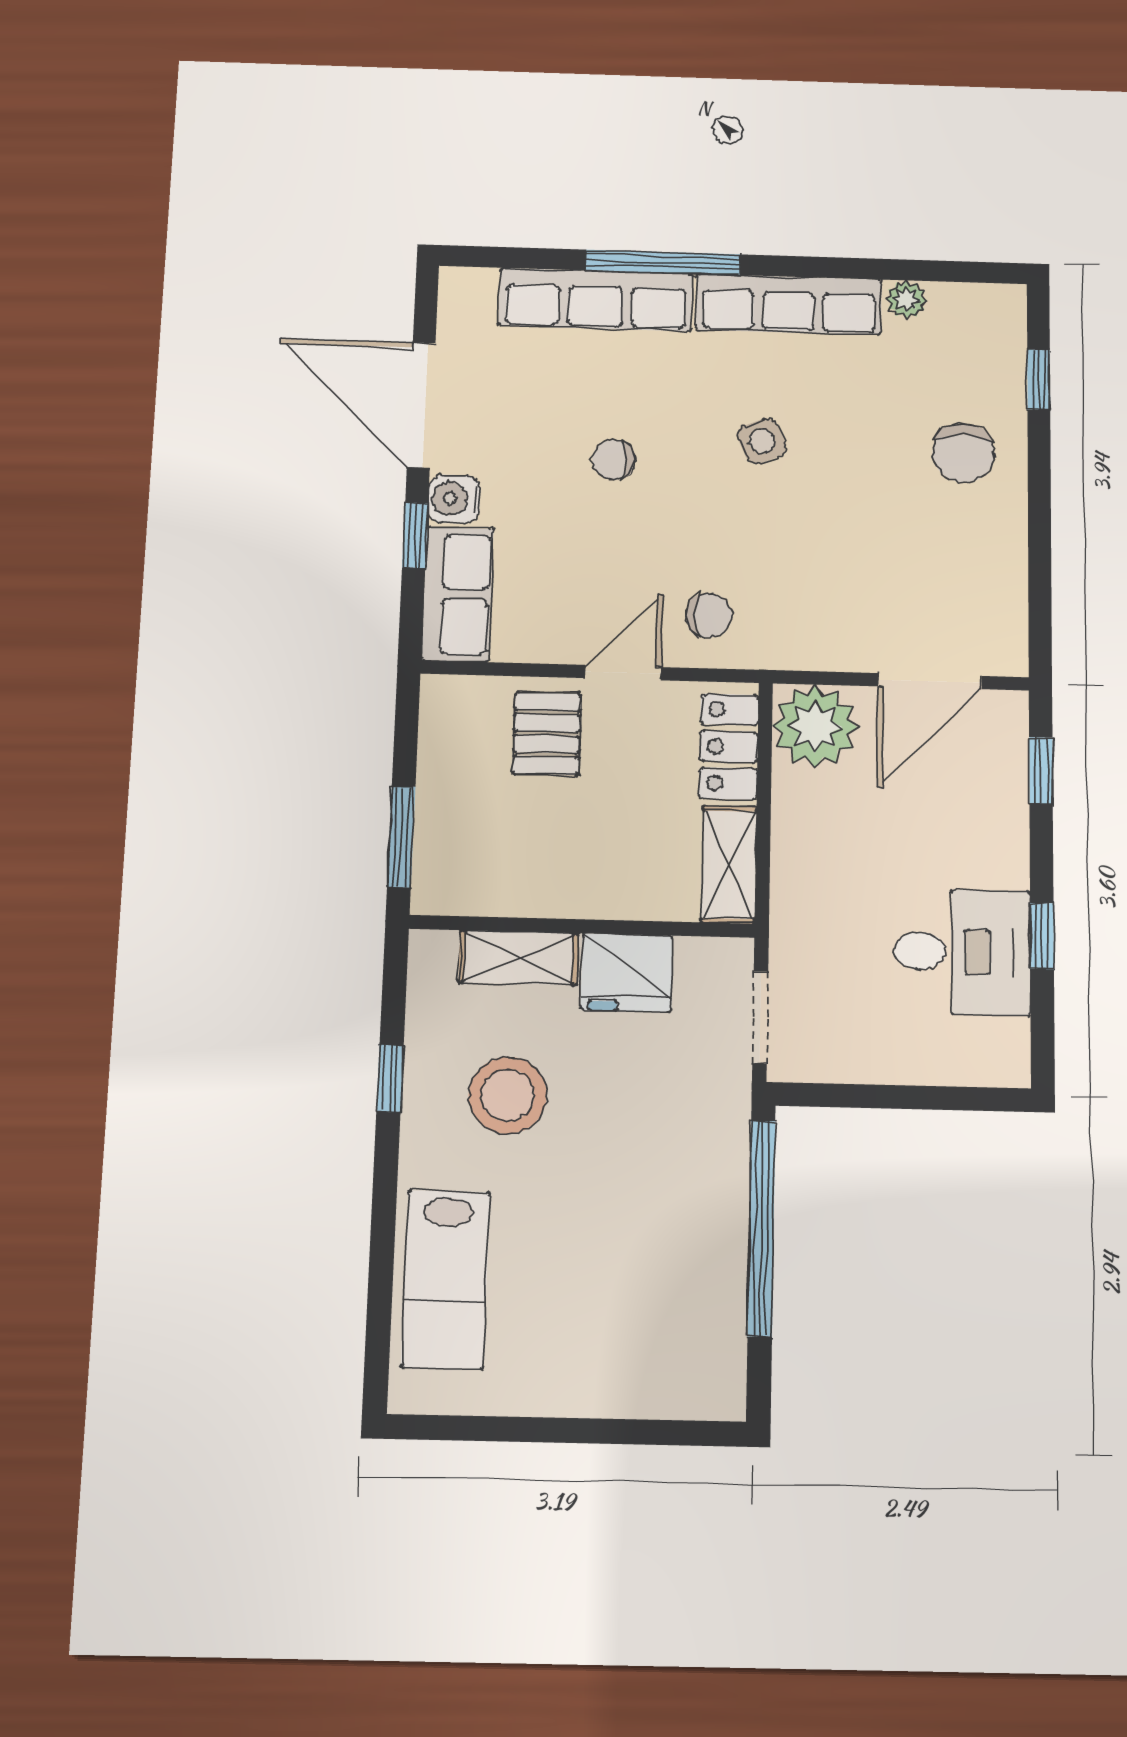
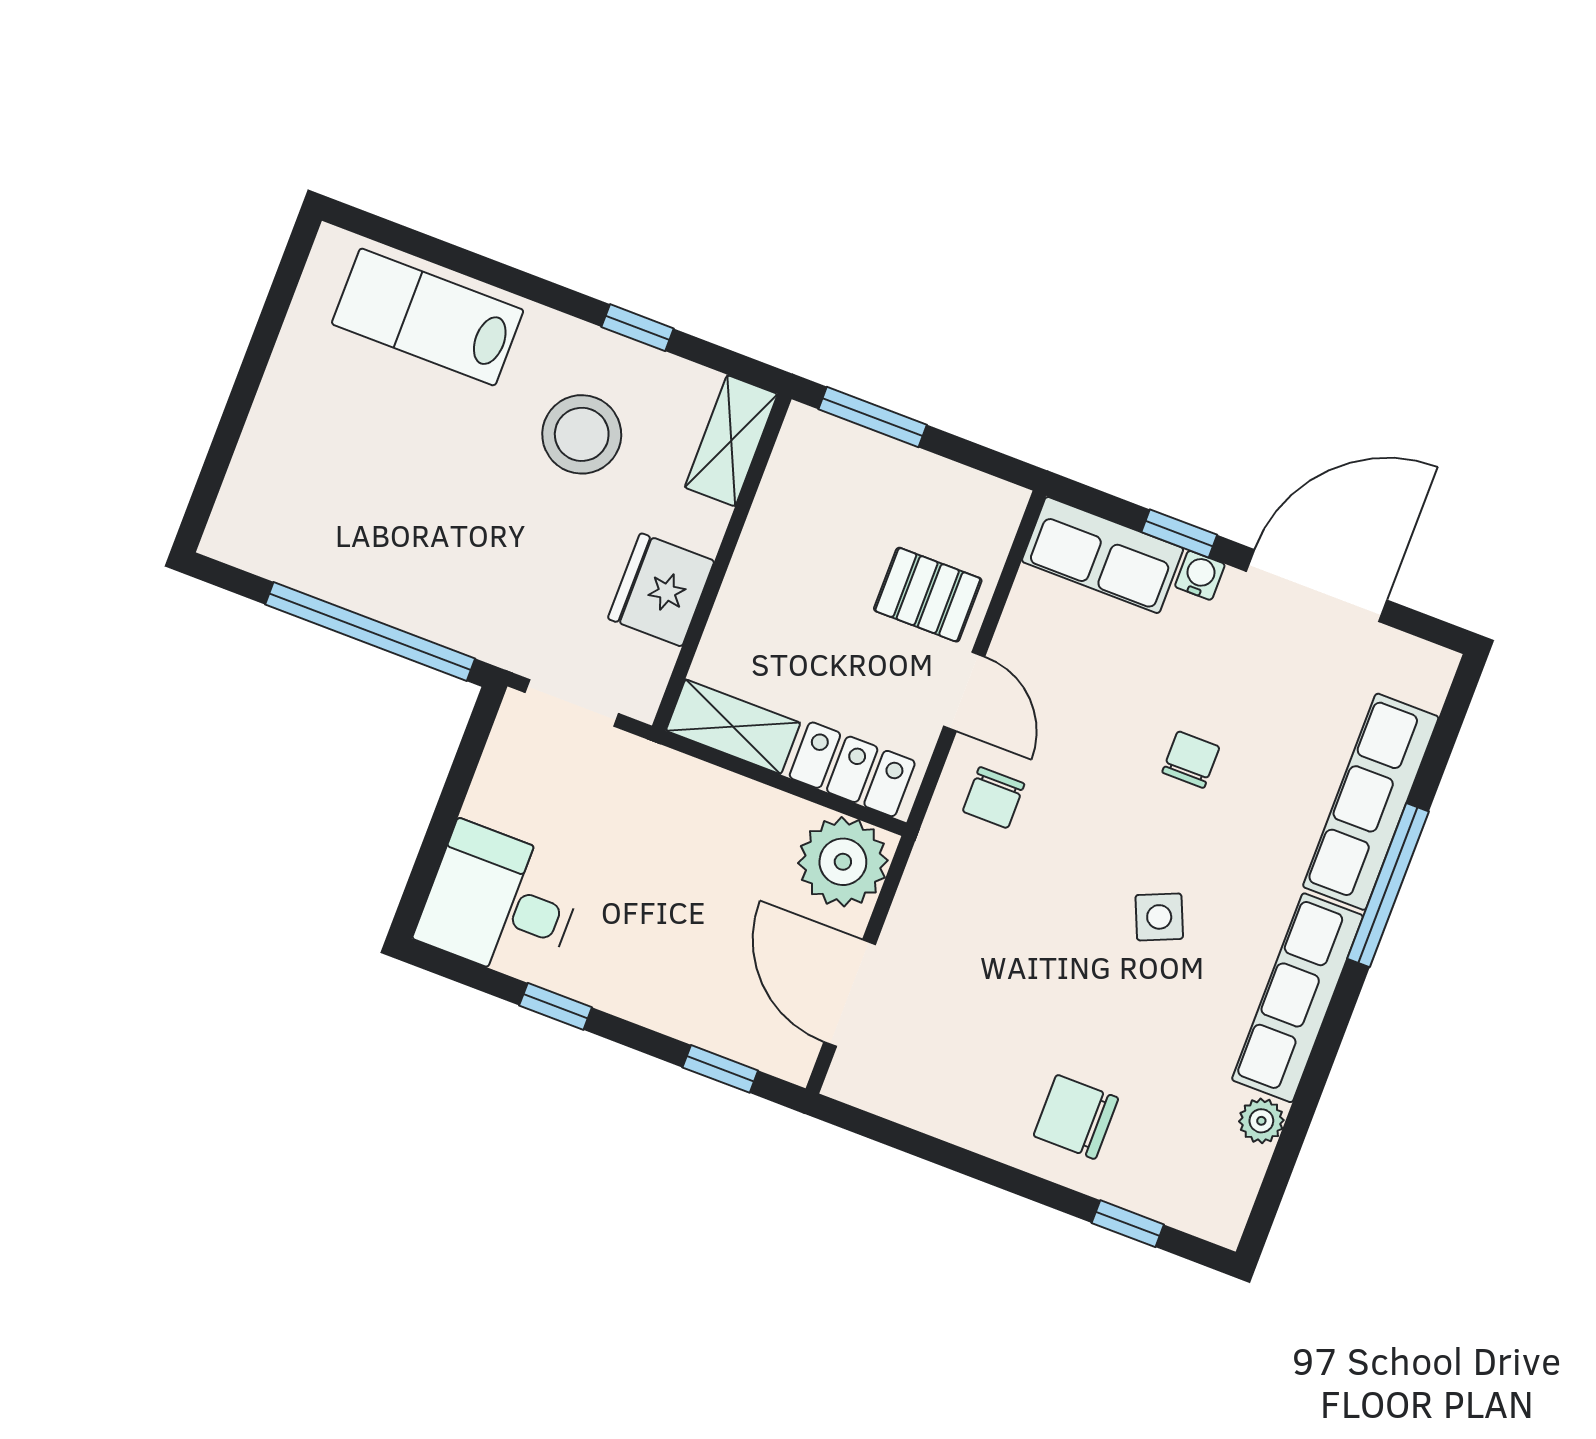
water cooler: (454, 499) -> (1200, 575), width x0.72, depth x0.72
desk: (962, 952) -> (501, 903), moved, turned 90
shelving: (518, 958) -> (731, 441), moved

